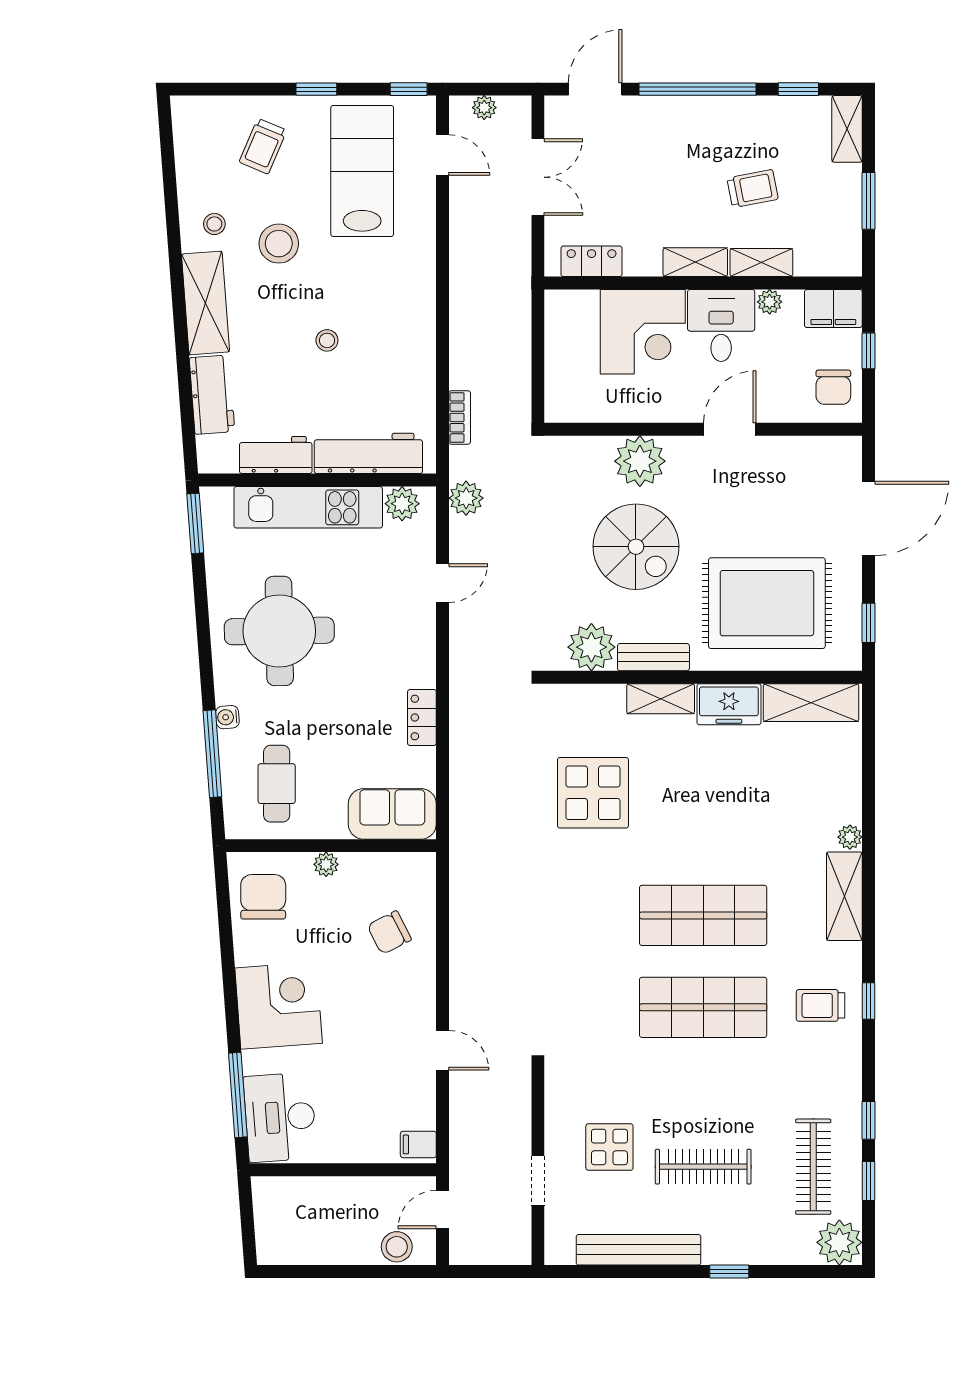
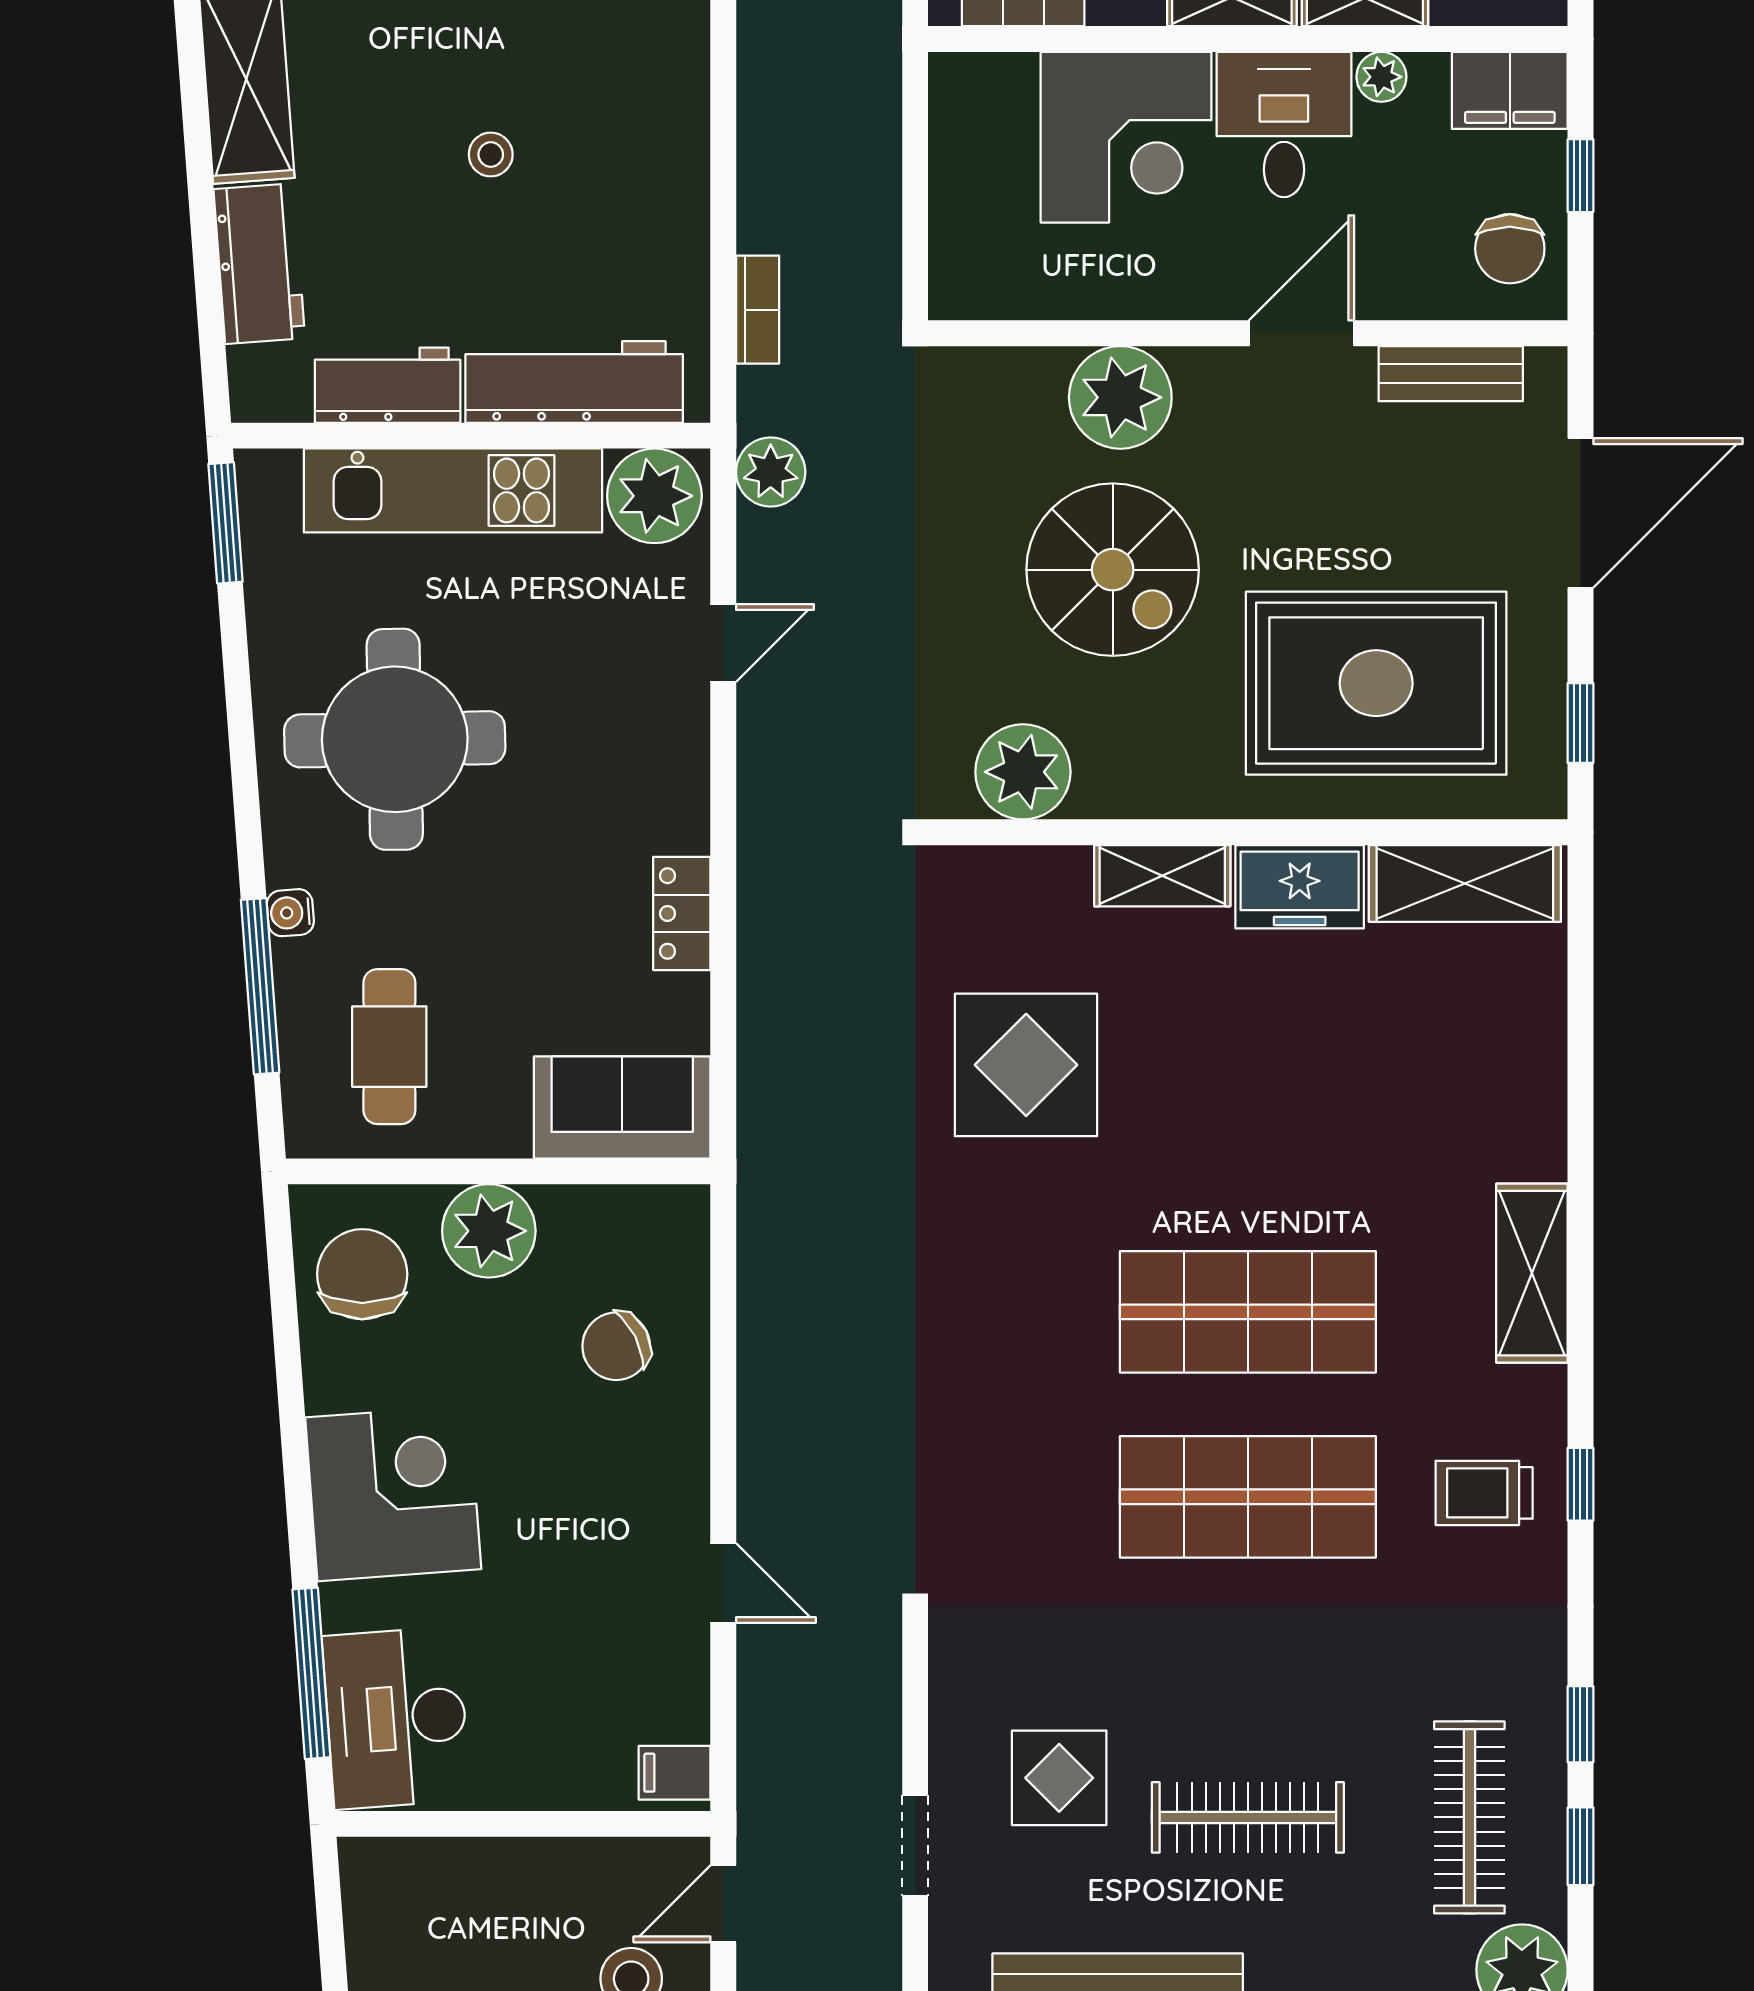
plant: (402, 504) -> (654, 496), width x1.36, depth x1.36
bench: (653, 657) -> (1451, 374), moved
plant: (850, 837) -> (1543, 1154), removed
plant: (326, 864) -> (489, 1231), width x1.88, depth x1.88

